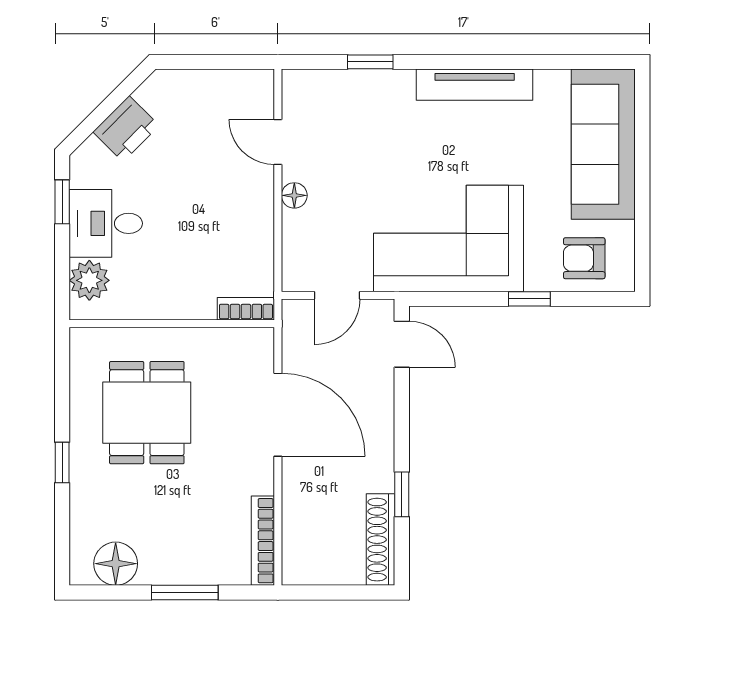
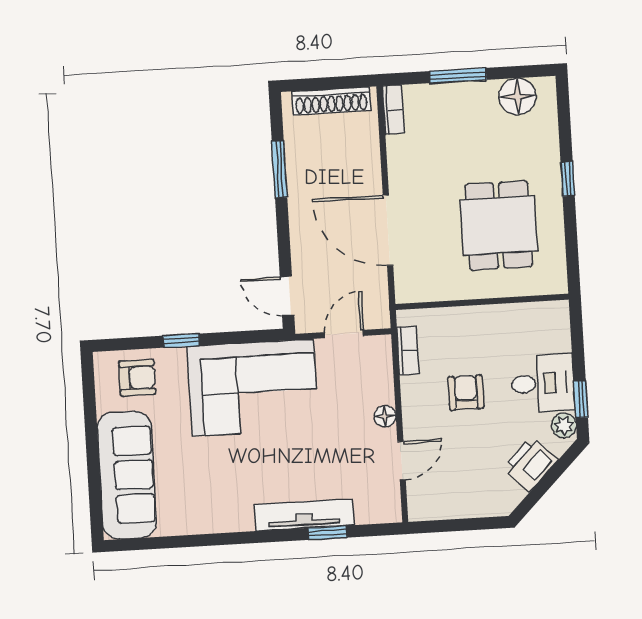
tv unit: (475, 85) -> (304, 515), moved
door: (278, 142) -> (402, 460), hinge flipped
armchair: (197, 218) -> (466, 393), added
plant: (89, 280) -> (564, 425), moved, width x0.73, depth x0.73
bookcase: (246, 309) -> (408, 351), moved, turned -90
window: (402, 494) -> (279, 169), width x1.50
shoe rack: (380, 540) -> (331, 101), moved, turned 90
bookcase: (263, 541) -> (393, 110), width x0.64

